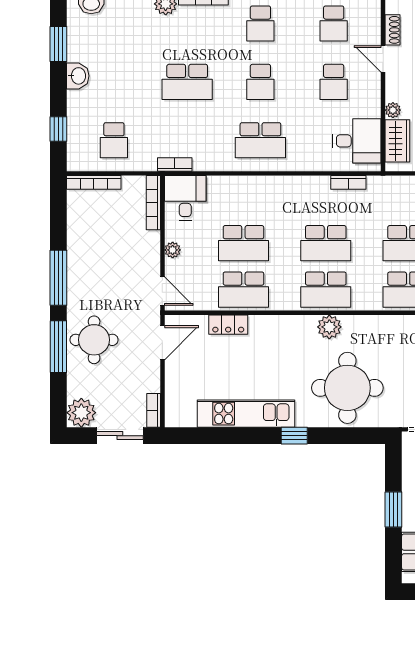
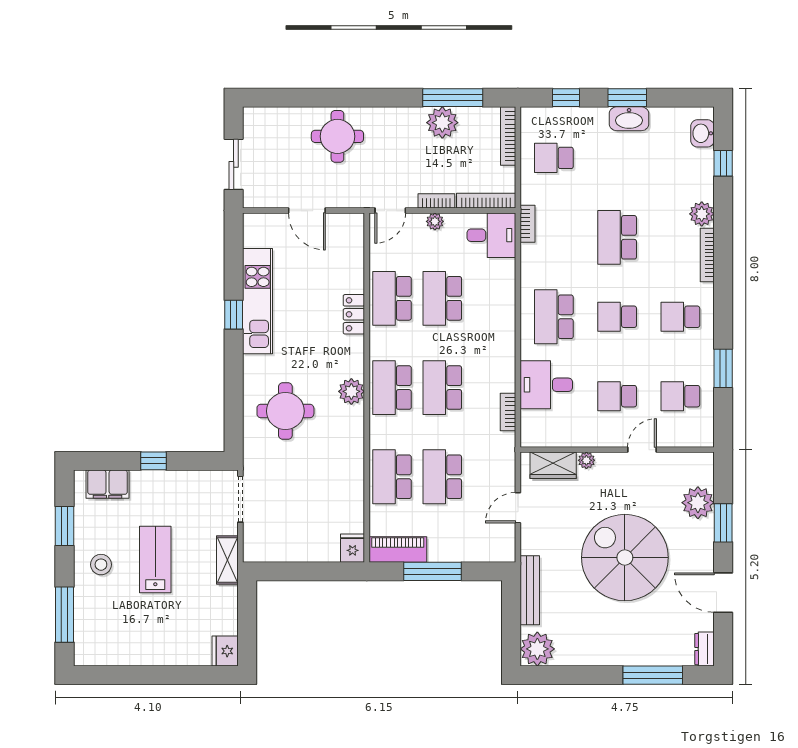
shoe rack: (392, 30) -> (673, 460), removed
window: (58, 44) -> (627, 98), moved
washbasin: (78, 76) -> (629, 119), width x1.38
desk: (357, 141) -> (546, 385), moved, turned 90
window: (58, 278) -> (453, 98), moved
locker: (228, 325) -> (354, 314), moved
door: (162, 343) -> (307, 211), moved
window: (58, 347) -> (330, 98), removed
round table: (347, 388) -> (285, 411), width x0.73, depth x0.73
bookcase: (154, 410) -> (436, 201), moved
plant: (81, 413) -> (442, 123), moved
window: (294, 436) -> (234, 315), moved
window: (393, 510) -> (153, 461), width x0.67

